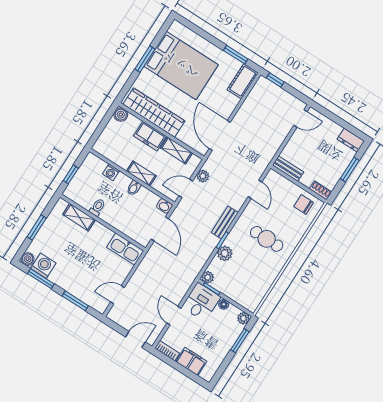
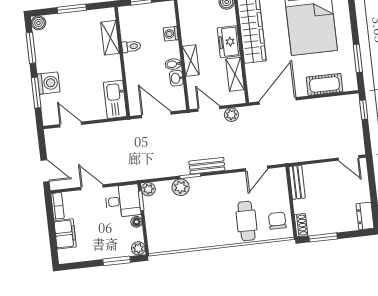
cot: (243, 81) -> (325, 84), moved
window: (350, 170) -> (323, 237), moved
washbasin: (164, 206) -> (176, 78), moved
door: (160, 229) -> (156, 115), swing flipped
cafe table: (267, 239) -> (246, 221), moved
washing machine: (43, 266) -> (49, 83), moved
door: (174, 316) -> (92, 187), hinge flipped

